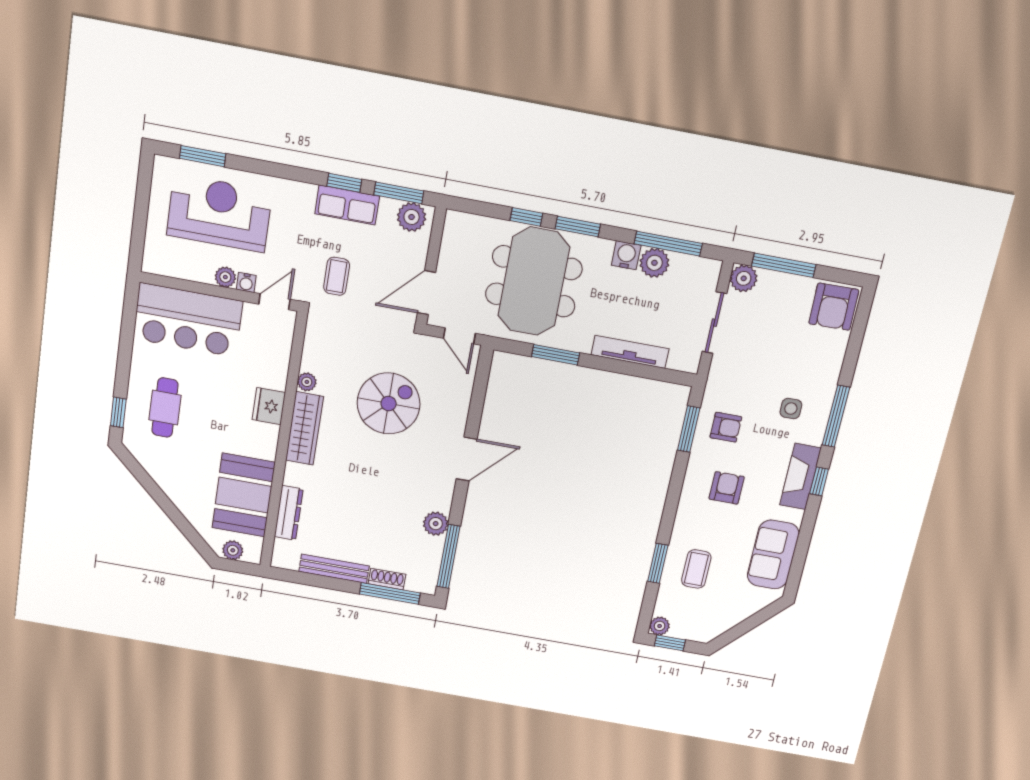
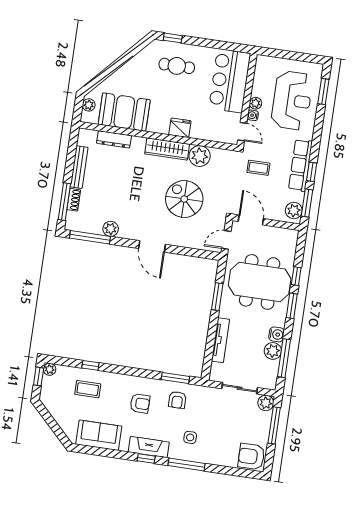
row of seats: (347, 205) -> (300, 165), width x1.48
plant: (307, 382) -> (200, 156), width x1.88, depth x1.88
spiral stairs: (389, 404) -> (184, 199), turned 180
window: (658, 563) -> (90, 365), width x0.67

